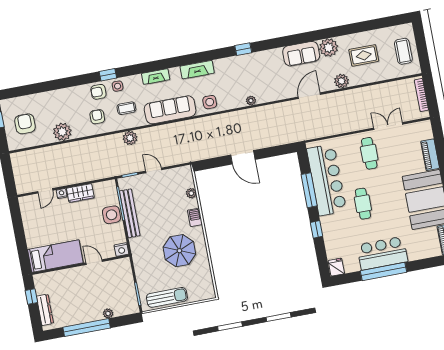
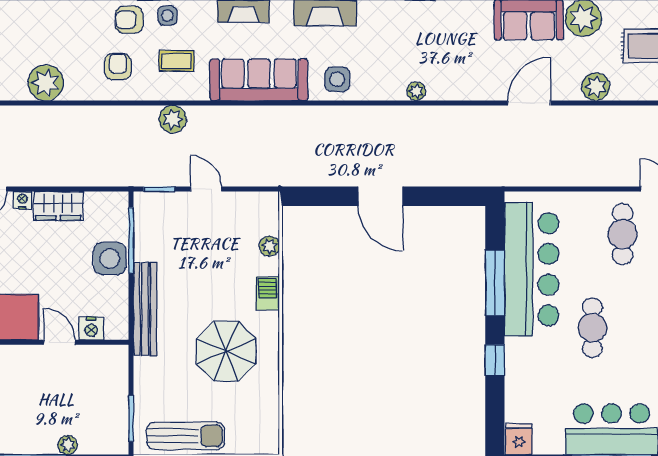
bench: (130, 213) -> (145, 309), moved
nightstand: (121, 250) -> (91, 328), moved

